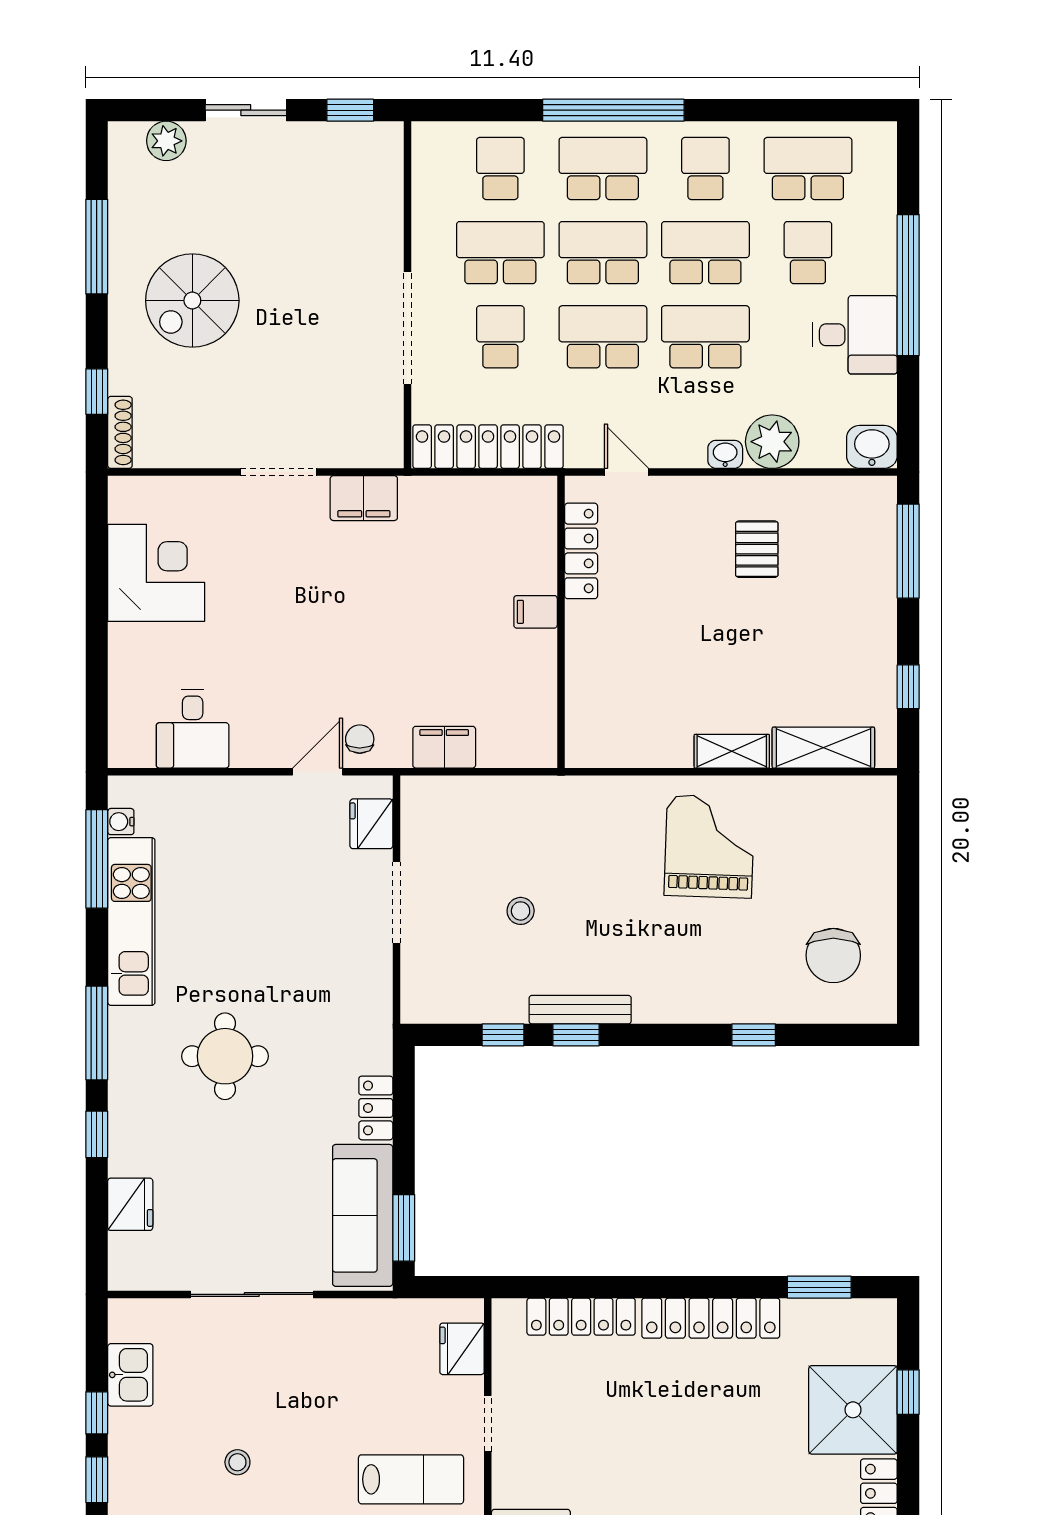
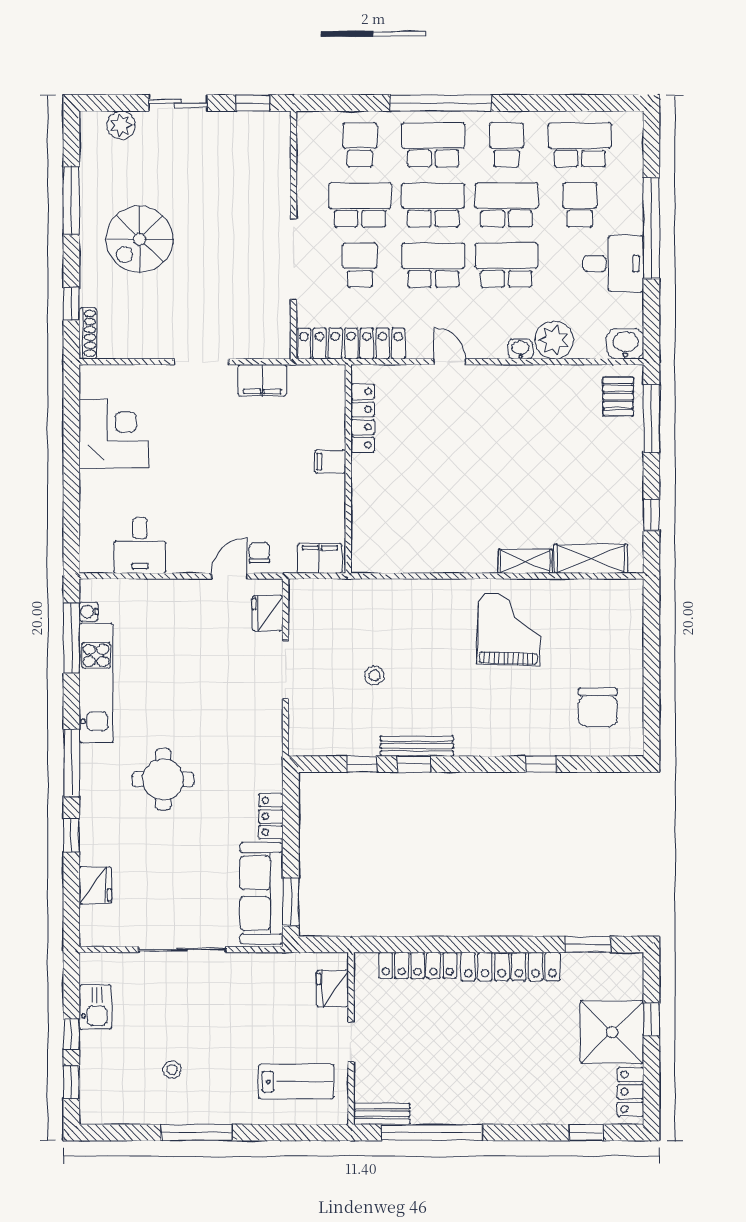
pallet: (757, 549) -> (618, 397), moved
locker: (581, 551) -> (363, 418), moved
filing cabinet: (536, 612) -> (330, 462), moved
wall: (561, 622) -> (348, 469), moved

